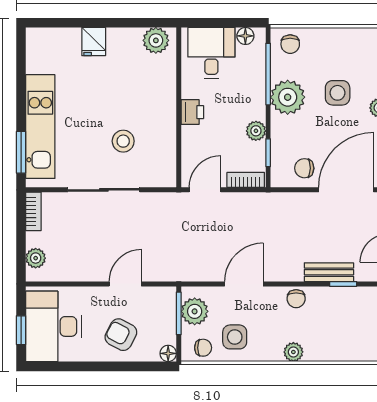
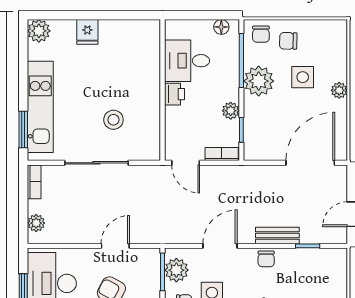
plant: (156, 40) -> (39, 31), moved
desk: (211, 53) -> (187, 61), moved, turned -90
chair: (304, 168) -> (288, 41), moved
door: (205, 190) -> (186, 163), swing flipped
bench: (329, 272) -> (277, 236), moved

